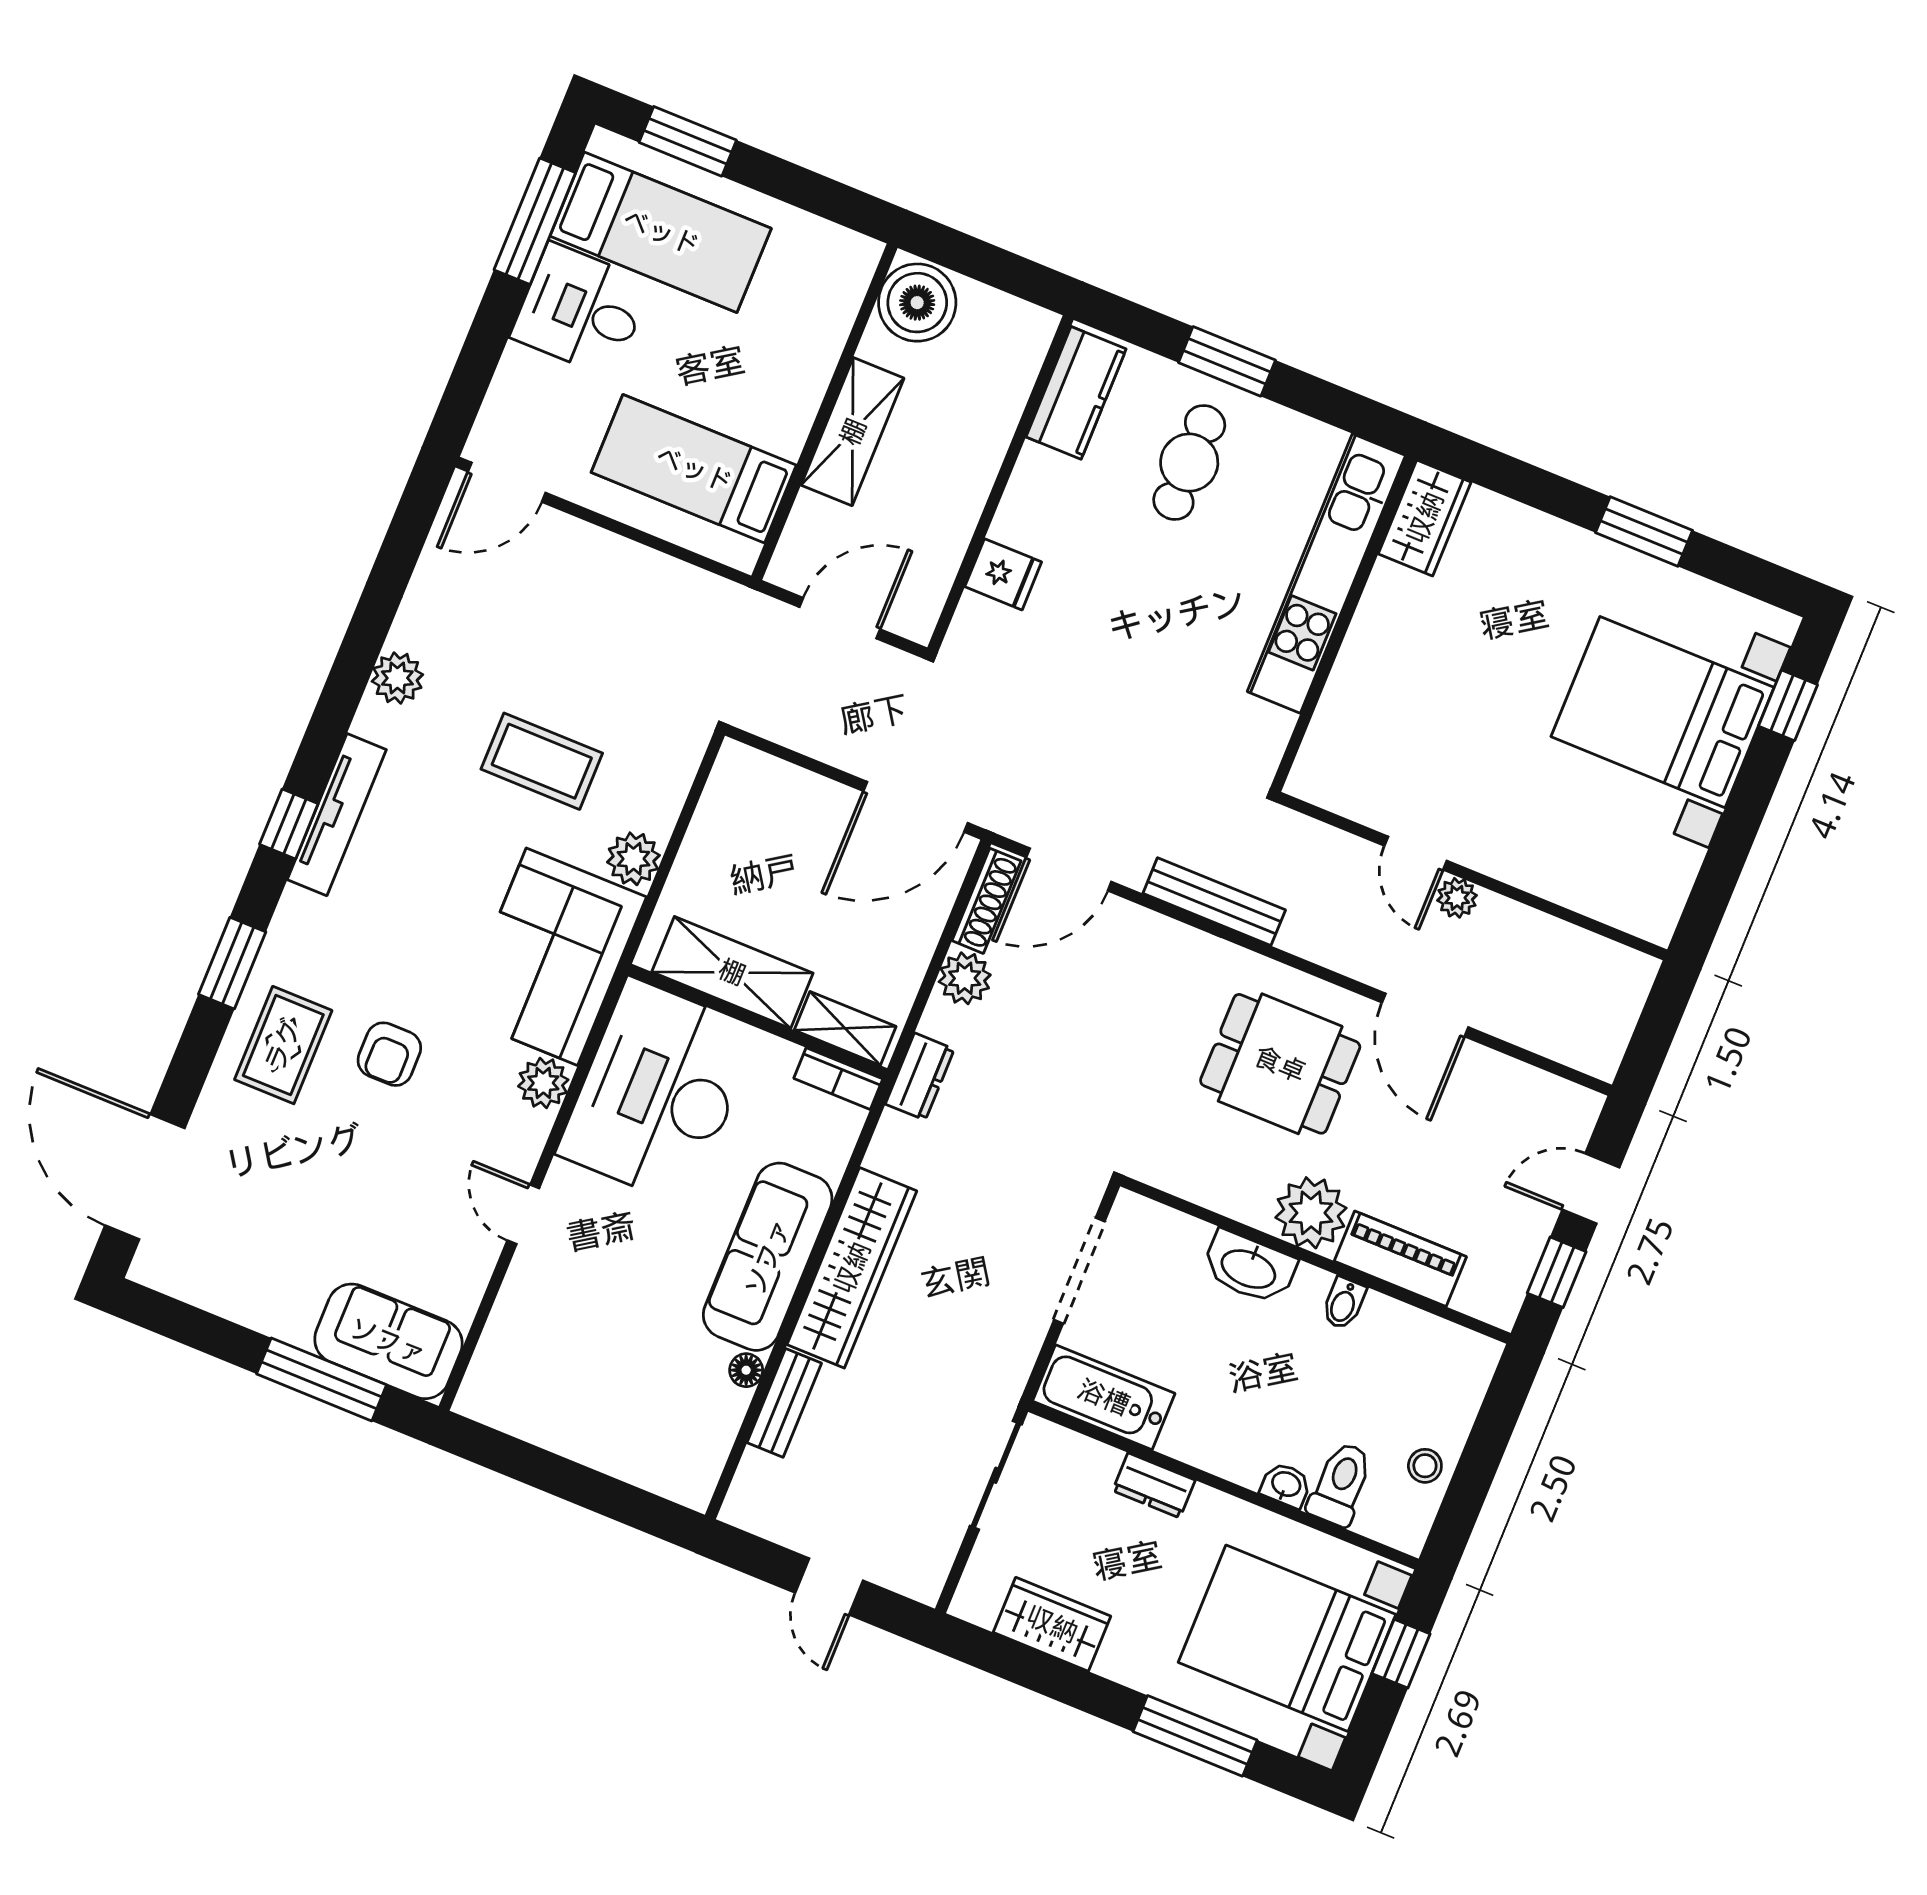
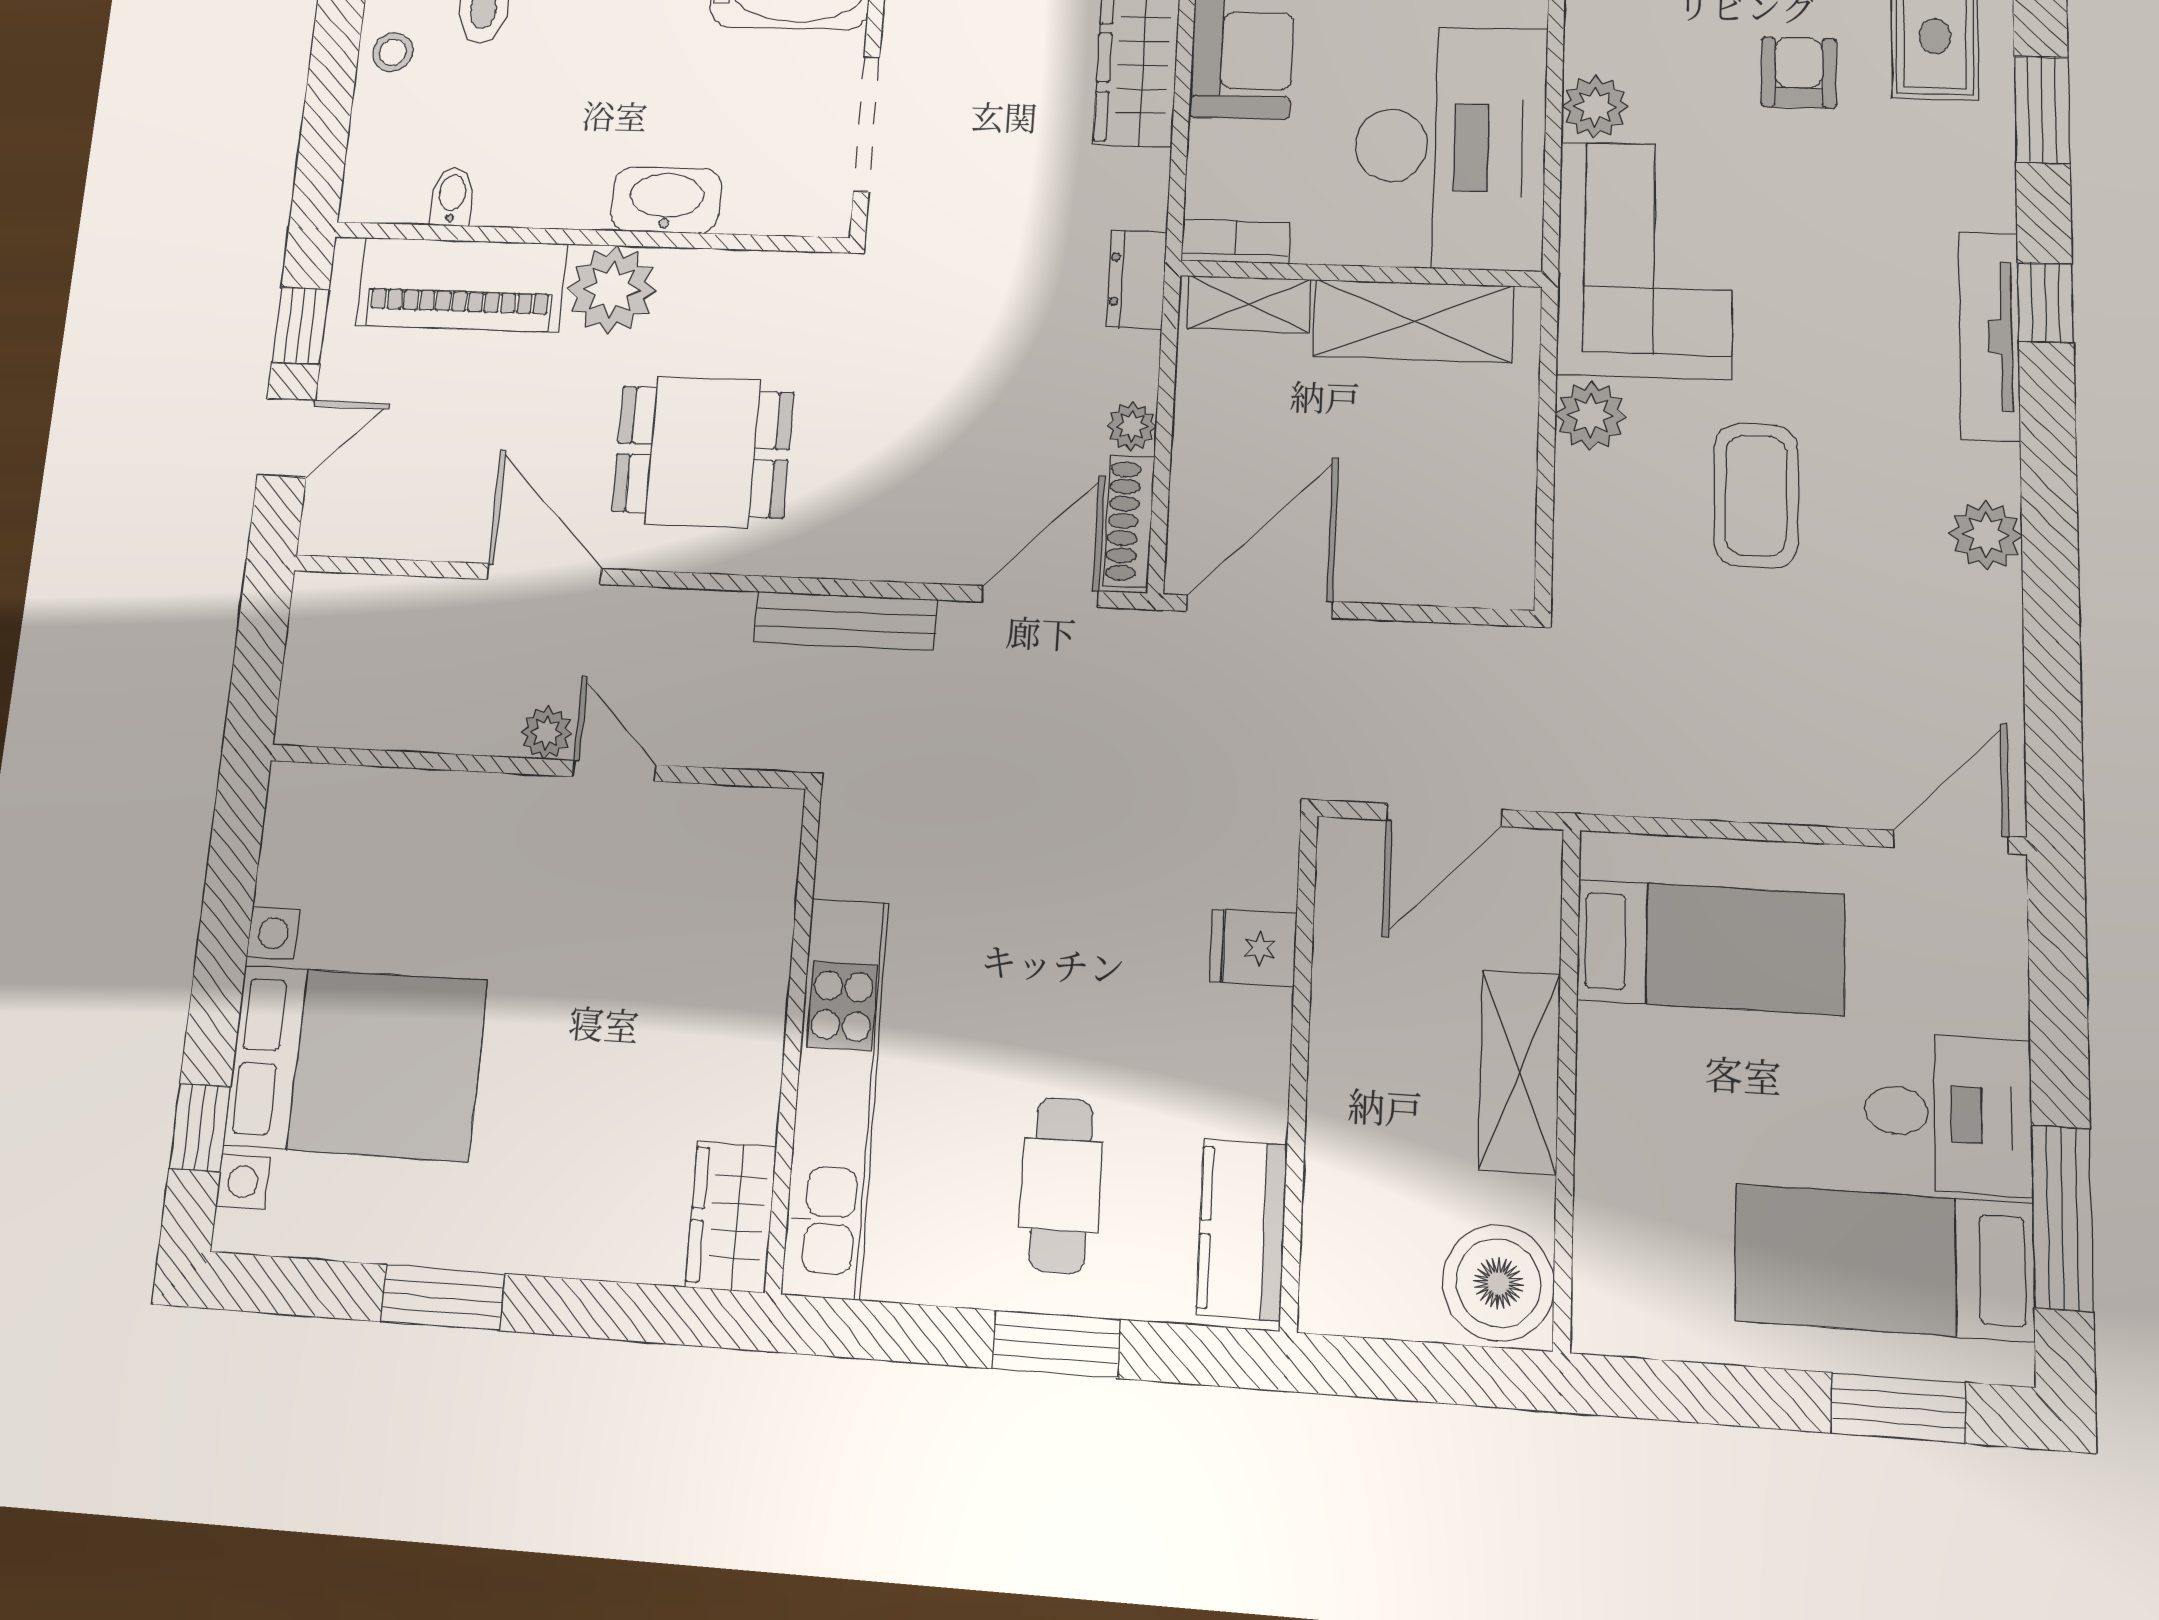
coffee table: (542, 761) -> (1756, 495), turned 90
plant: (965, 978) -> (1132, 426), width x0.73, depth x0.73
piano: (1400, 1259) -> (461, 285), width x1.37, depth x1.33
bidet: (1344, 1303) -> (452, 197), moved

